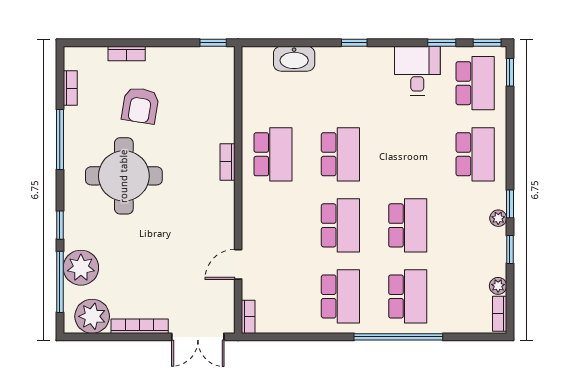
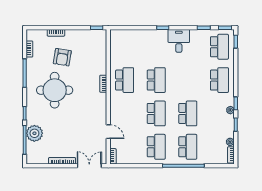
washbasin: (294, 59) -> (134, 35), removed
desk: (417, 71) -> (179, 41), moved
door: (238, 264) -> (108, 132), swing flipped
plant: (92, 316) -> (40, 156), removed
double door: (198, 337) -> (89, 166), swing flipped

